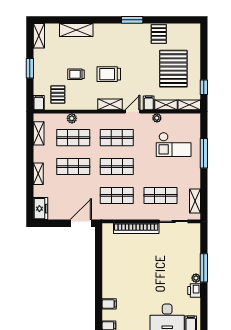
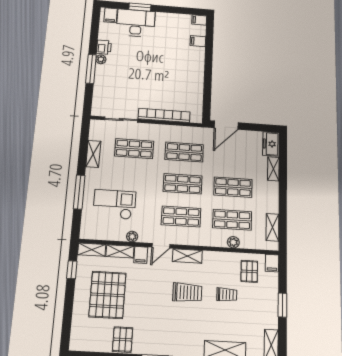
shelving: (38, 174) -> (273, 169), moved
shelving: (195, 201) -> (93, 154), moved

